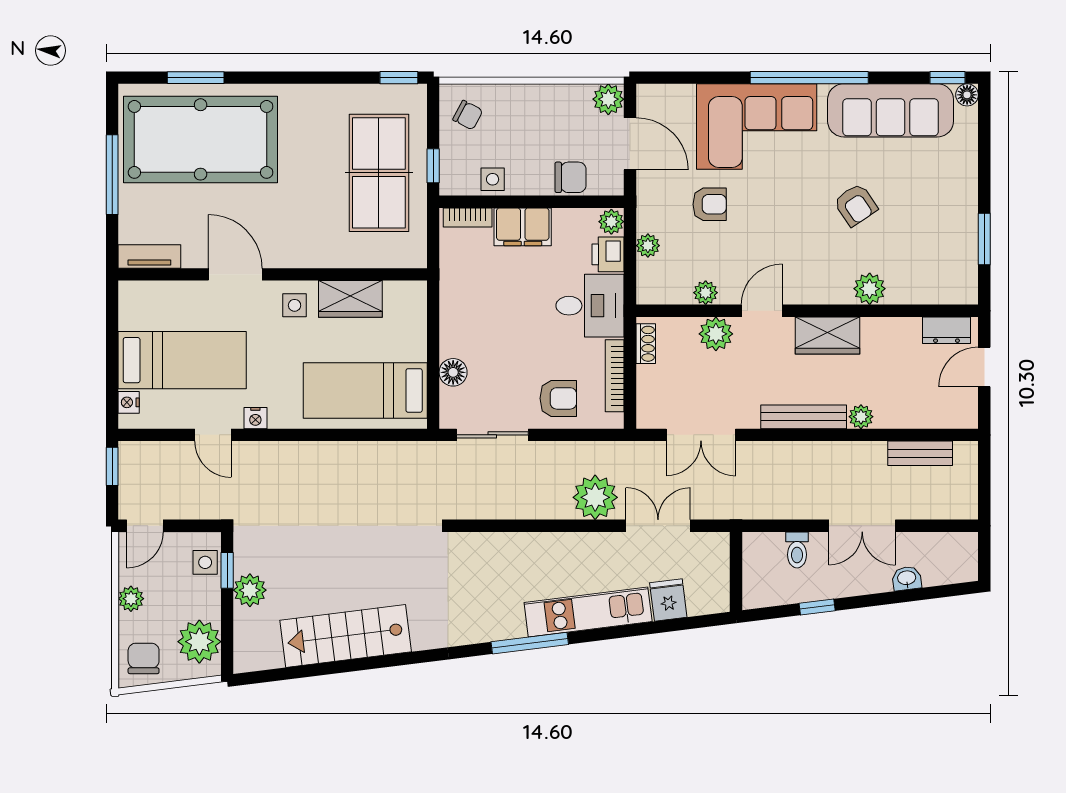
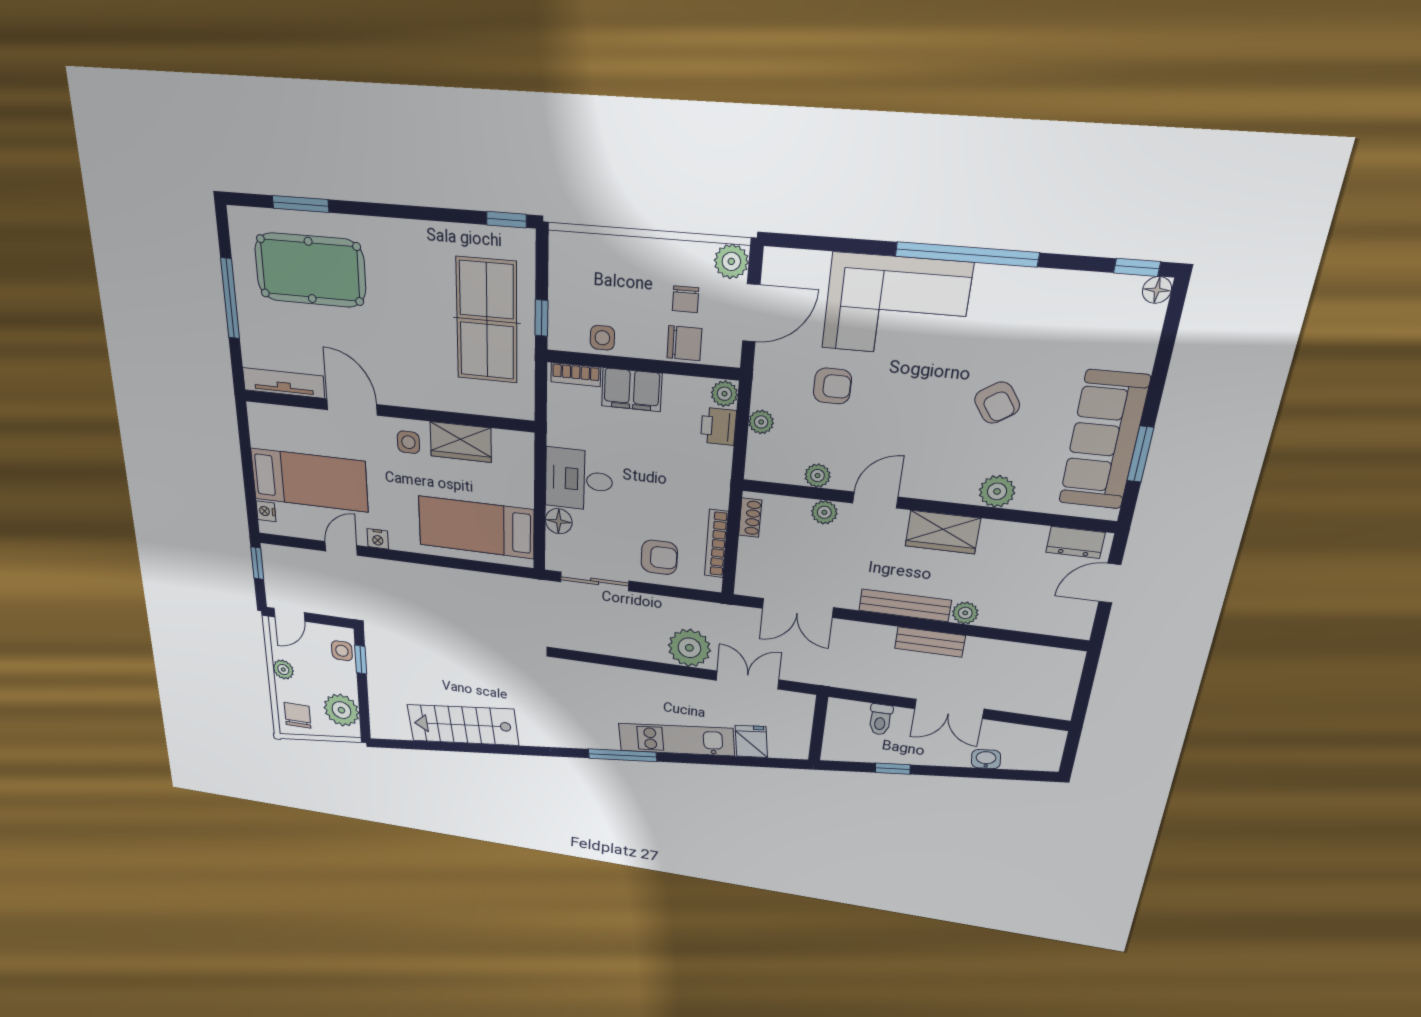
sofa: (891, 110) -> (1104, 440), moved, turned 90
chair: (468, 115) -> (686, 299), moved, turned 62
pool table: (201, 139) -> (310, 270), width x0.73, depth x0.76
door: (630, 144) -> (751, 313), hinge flipped
tv unit: (149, 256) -> (284, 383), width x1.41
desk: (590, 306) -> (579, 480), moved, turned 180
plant: (716, 334) -> (824, 512), width x0.73, depth x0.73
door: (213, 435) -> (341, 548), swing flipped
bench: (920, 453) -> (930, 642), moved
plant: (250, 590) -> (381, 678), removed

